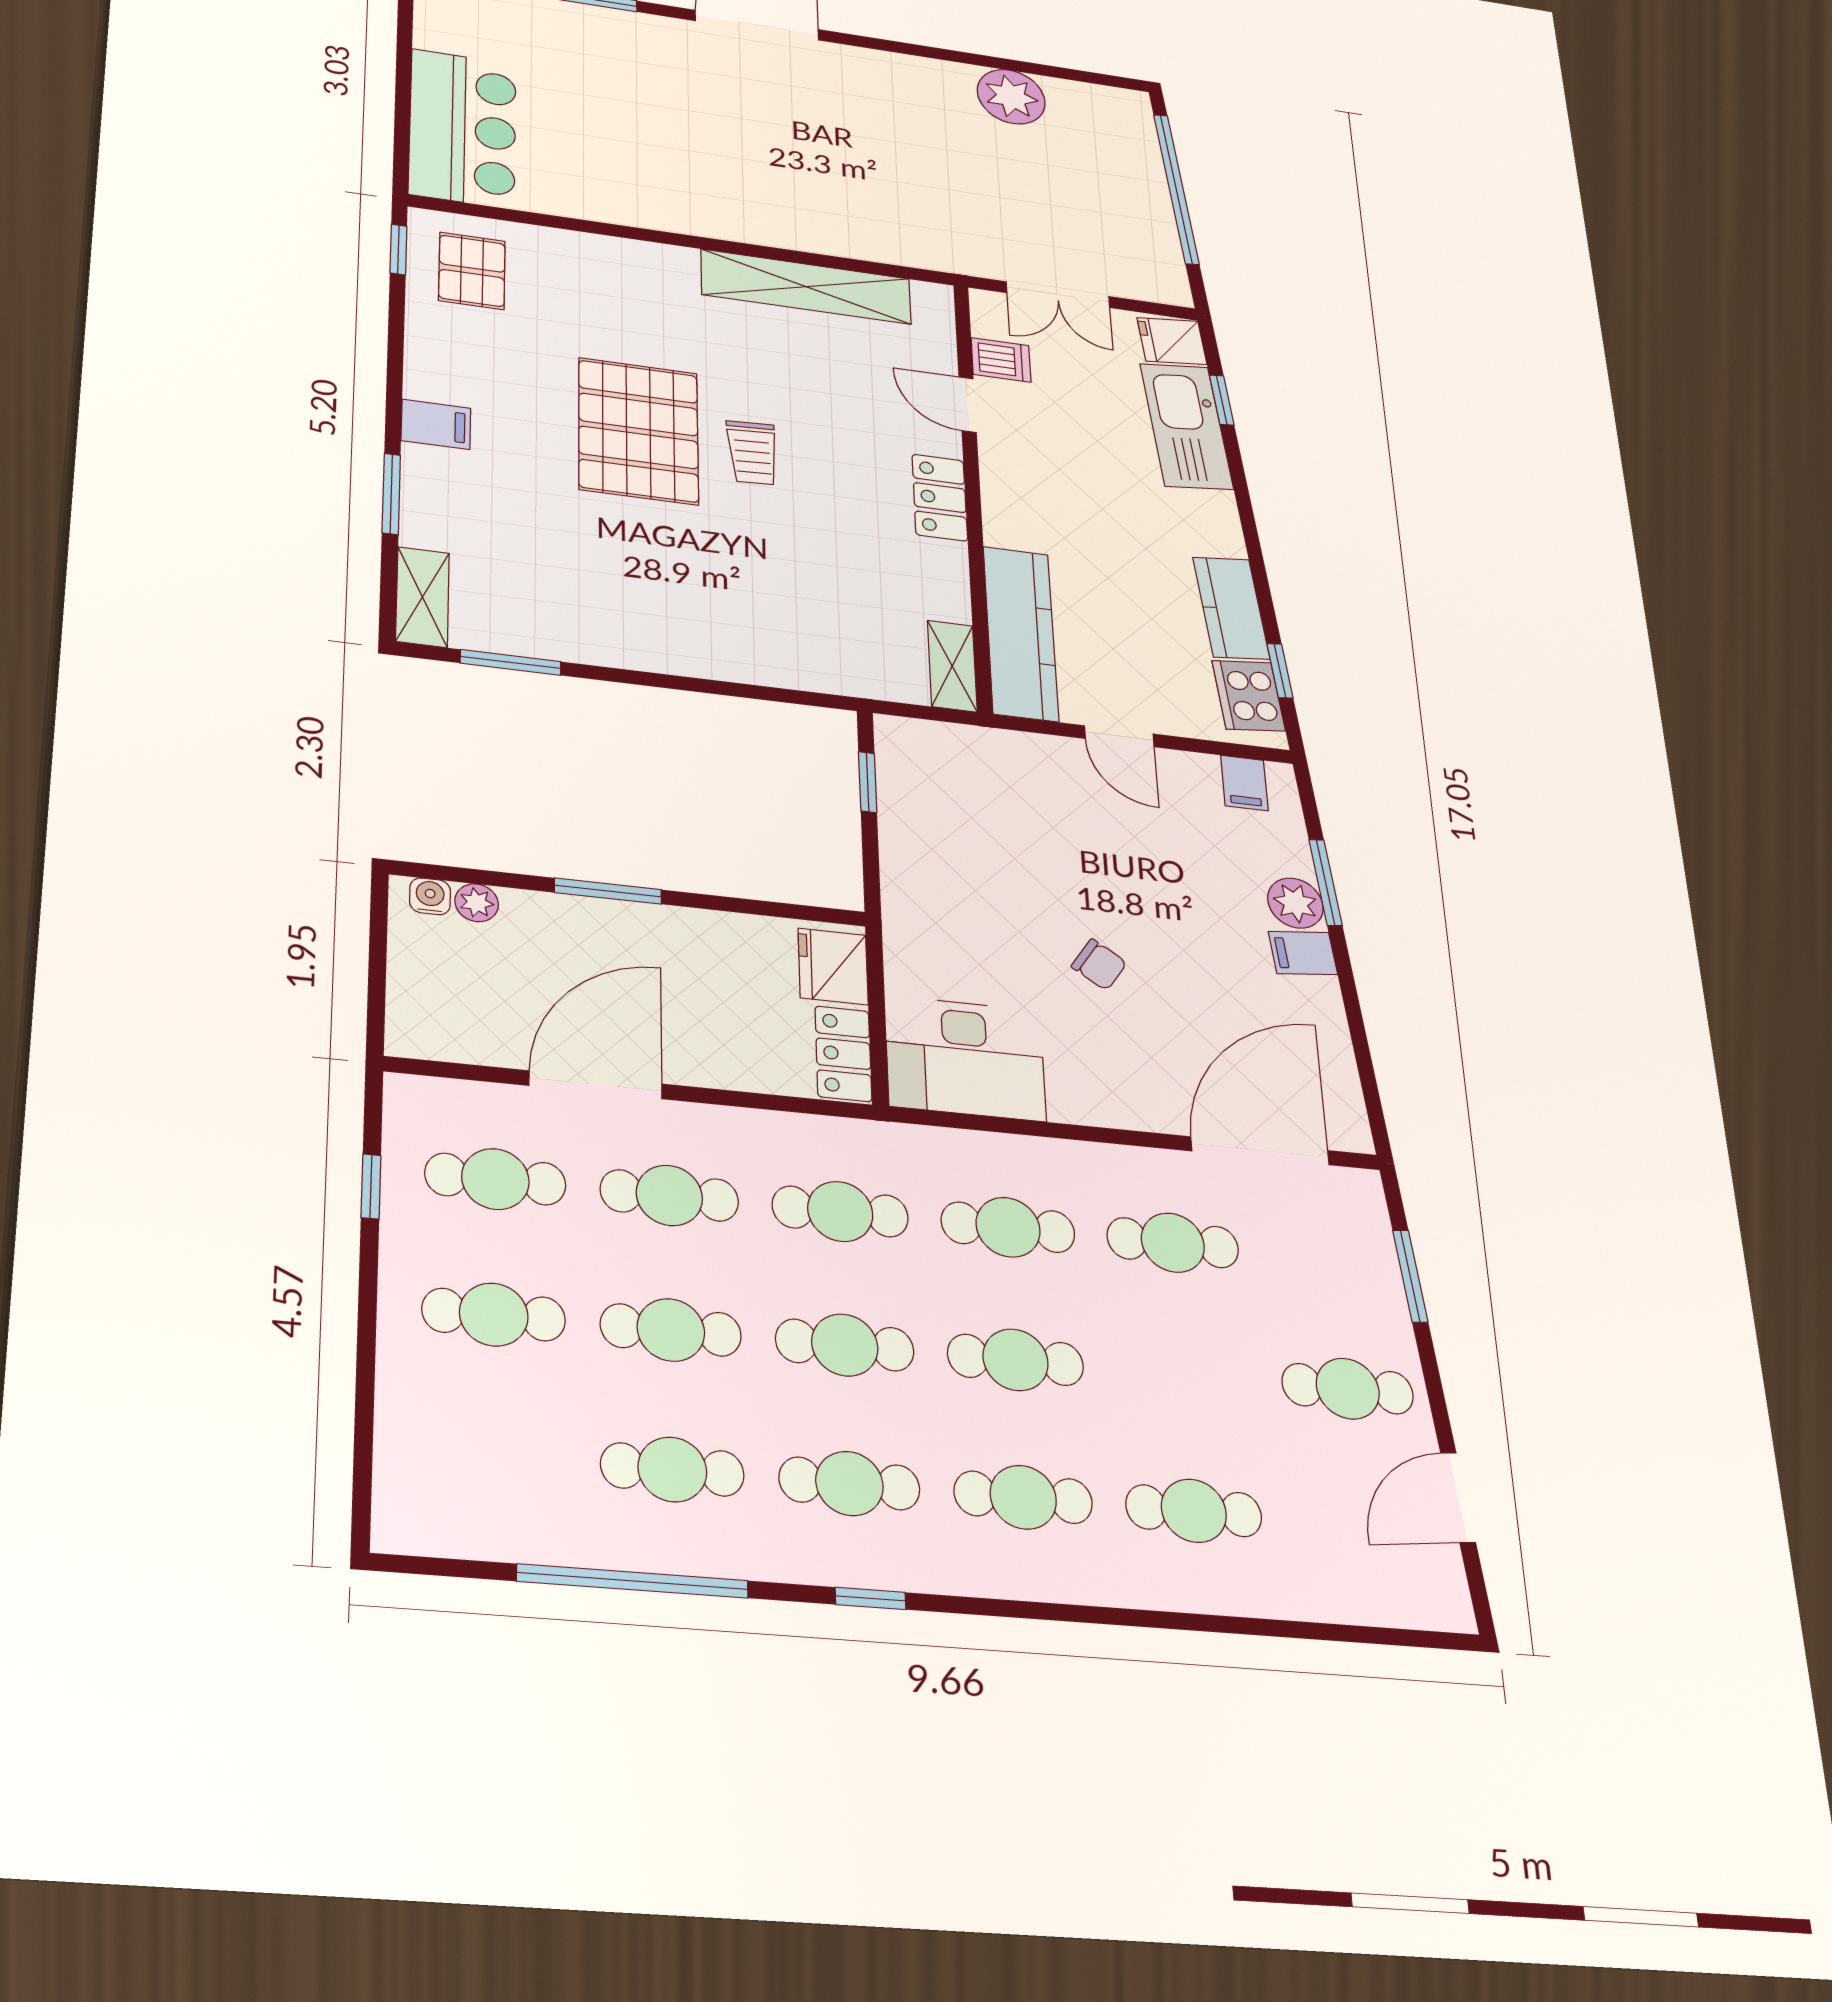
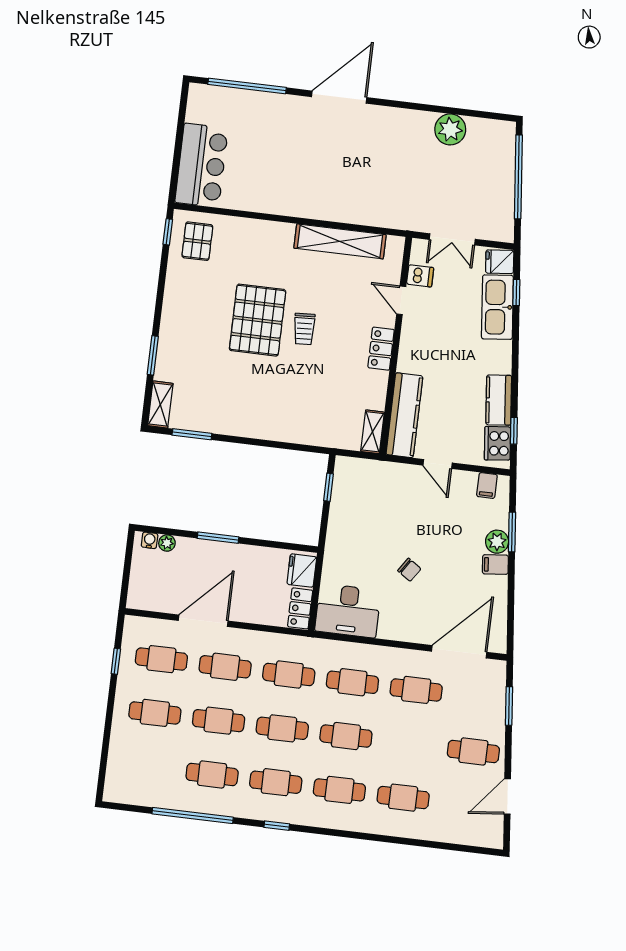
filing cabinet: (436, 424) -> (174, 320), removed

